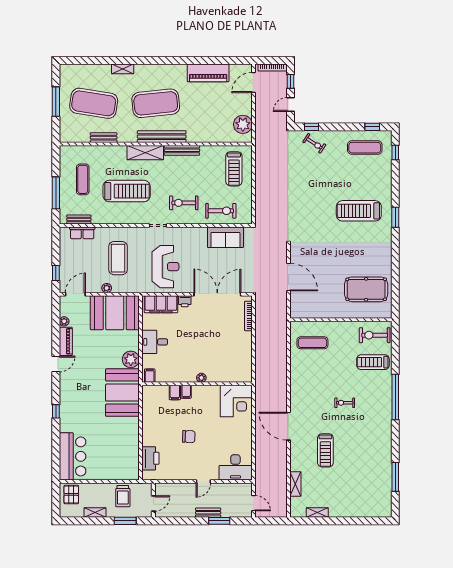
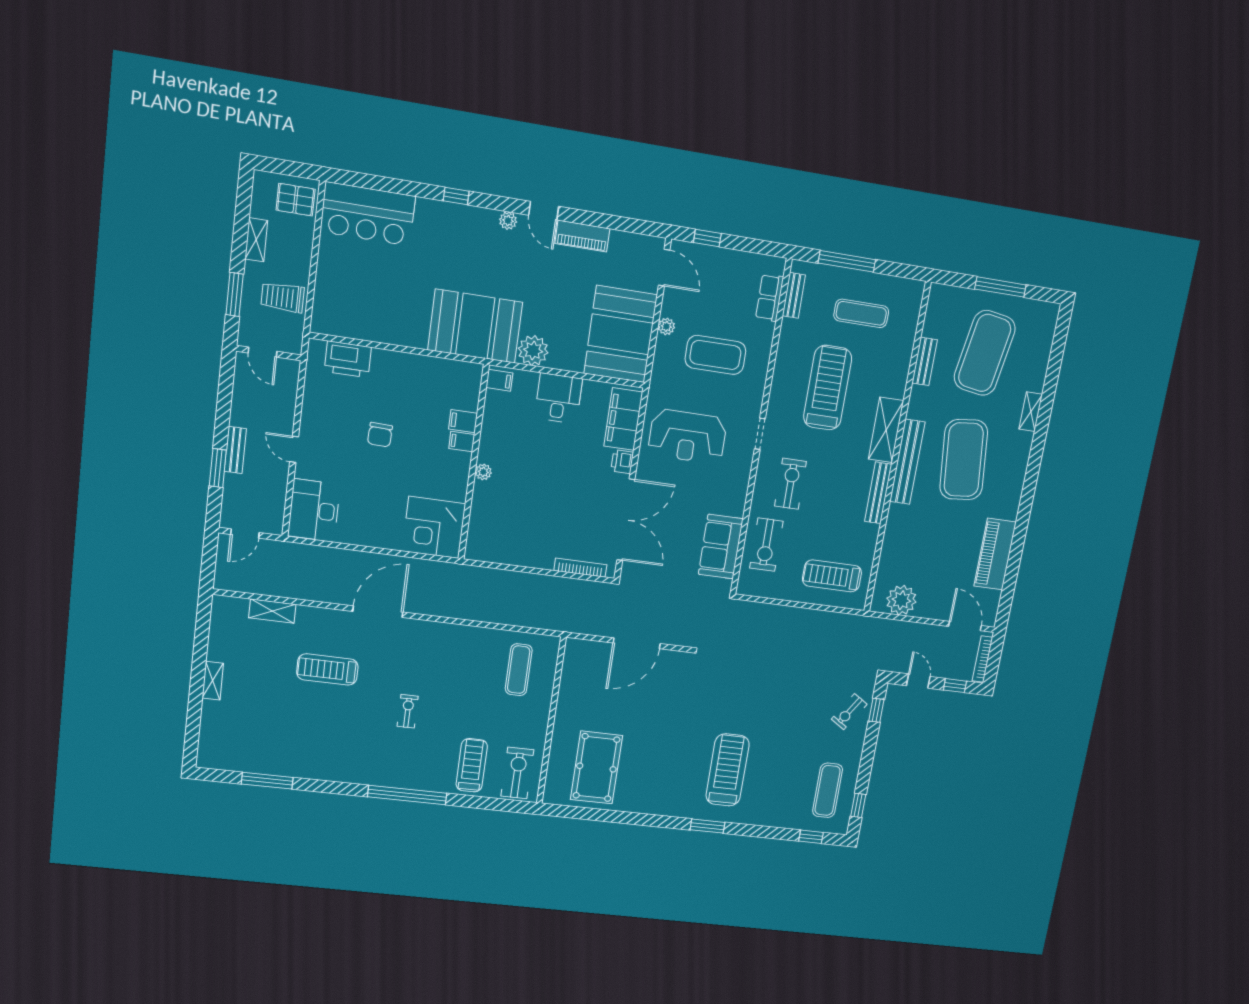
treadmill: (127, 191) -> (828, 388), turned 180
plant: (64, 321) -> (508, 221), moved
shelving: (317, 513) -> (213, 681), moved

